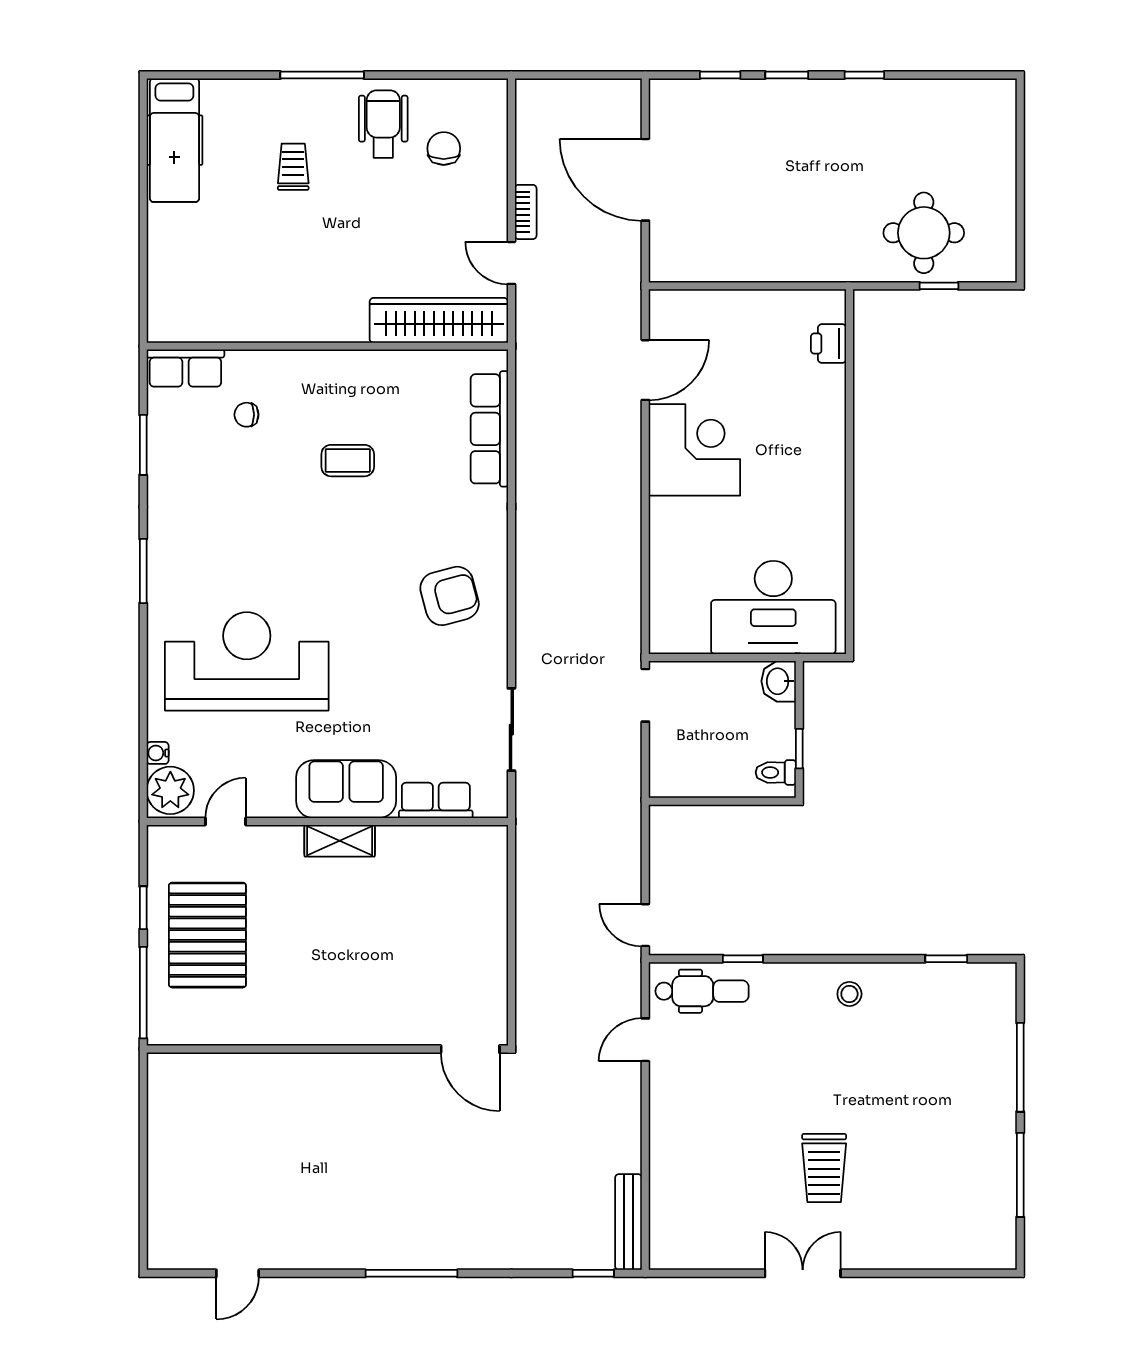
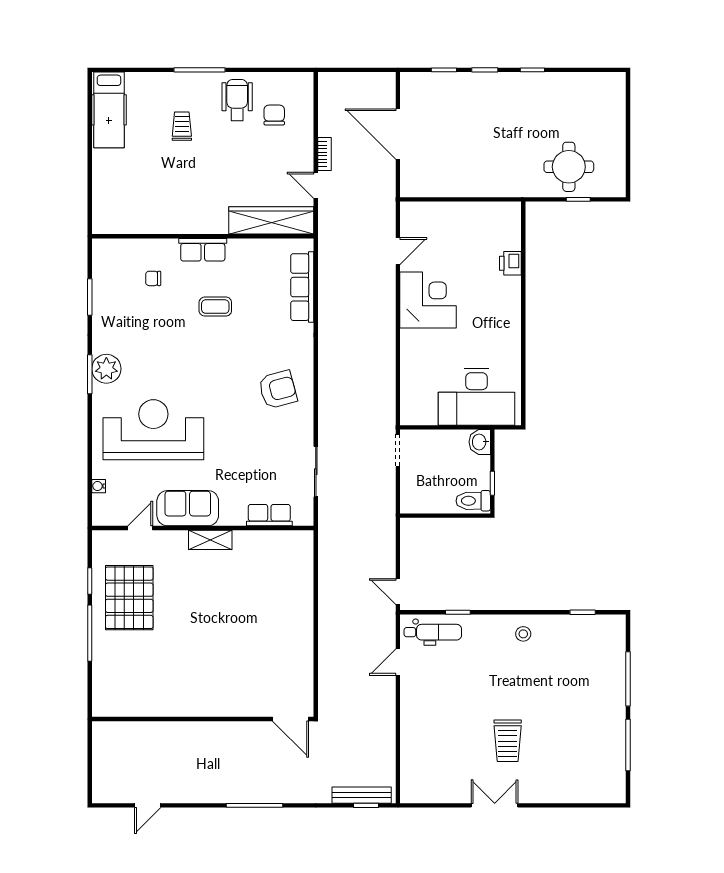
printer: (829, 344) -> (510, 263), moved
row of seats: (185, 368) -> (203, 250), moved
door: (645, 370) -> (398, 251), width x0.73
toilet: (776, 772) -> (473, 501), width x1.37, depth x1.39
sofa: (346, 789) -> (188, 508), moved
plant: (170, 790) -> (106, 369), moved
wall: (327, 1049) -> (203, 719), moved
door: (470, 1049) -> (290, 719), moved
bench: (629, 1222) -> (362, 795), moved, turned 90

